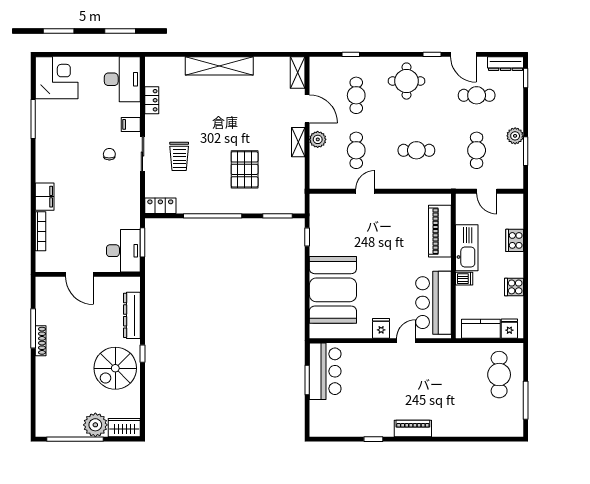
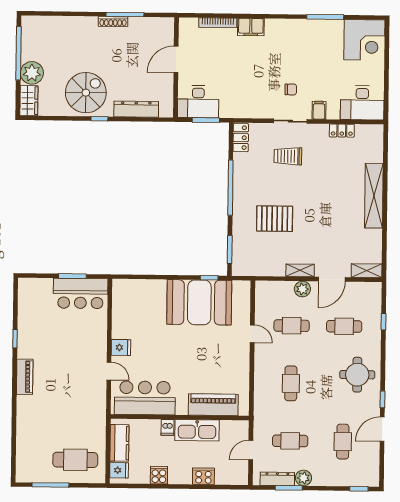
dresser: (506, 64) -> (277, 479), moved, turned 90
booth: (333, 290) -> (199, 302), moved
spiral stairs: (115, 368) -> (86, 93), turned 90

